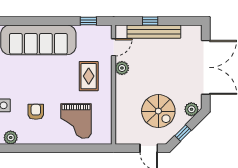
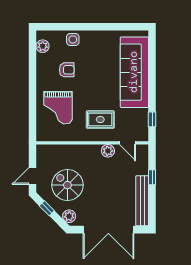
bench: (154, 32) -> (142, 201), moved
spiral stairs: (158, 111) -> (67, 185), turned 90
grand piano: (76, 121) -> (58, 108), turned -90

